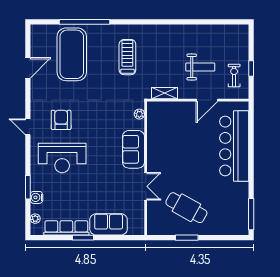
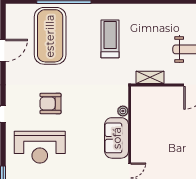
plant: (139, 114) -> (123, 111), moved
armchair: (61, 120) -> (50, 103), moved, turned -90

